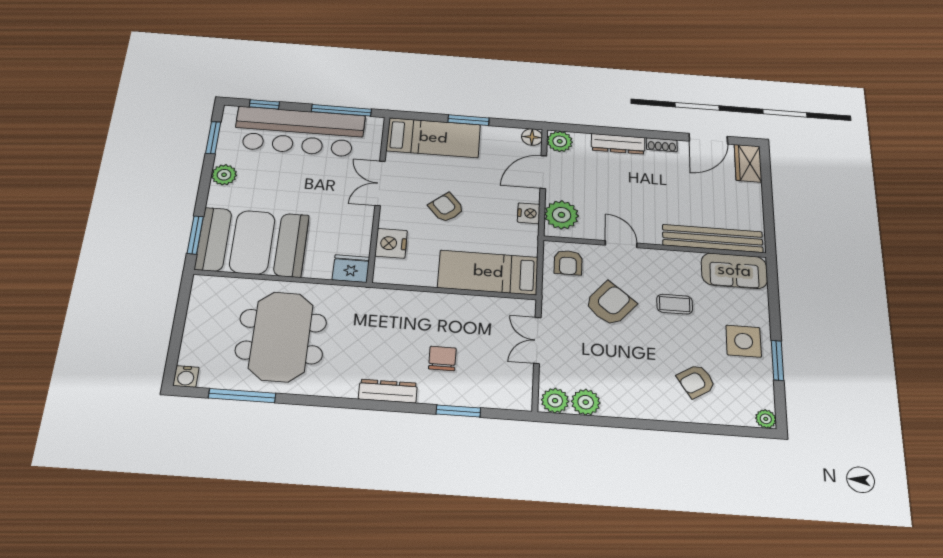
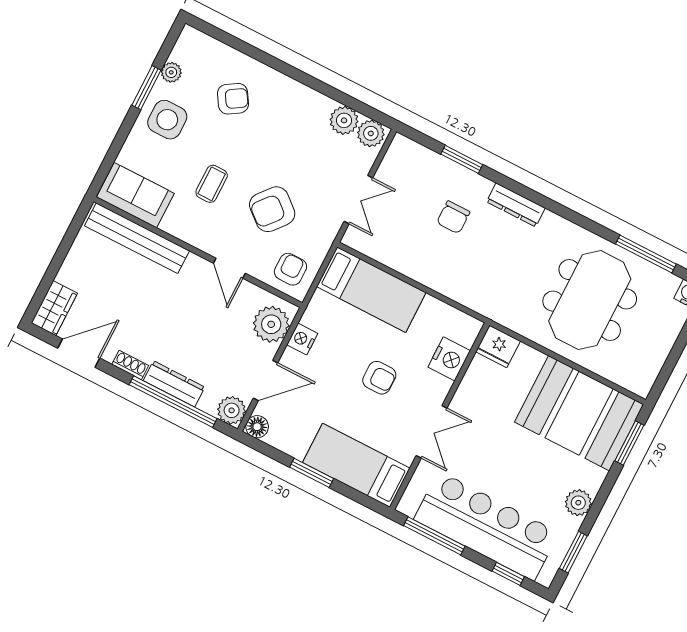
window: (611, 131) -> (173, 402), added
armchair: (446, 208) -> (379, 378), turned -50
coffee table: (675, 304) -> (212, 184), turned 90
plant: (766, 419) -> (171, 72), moved

